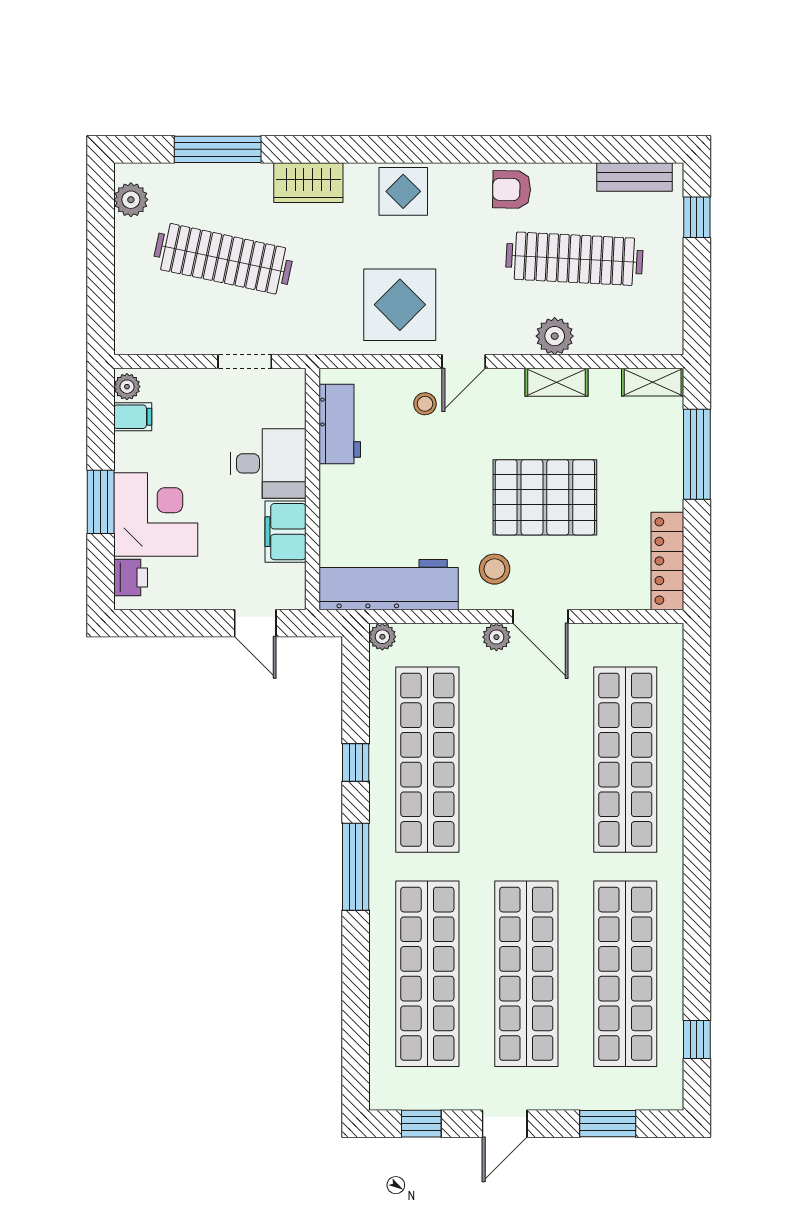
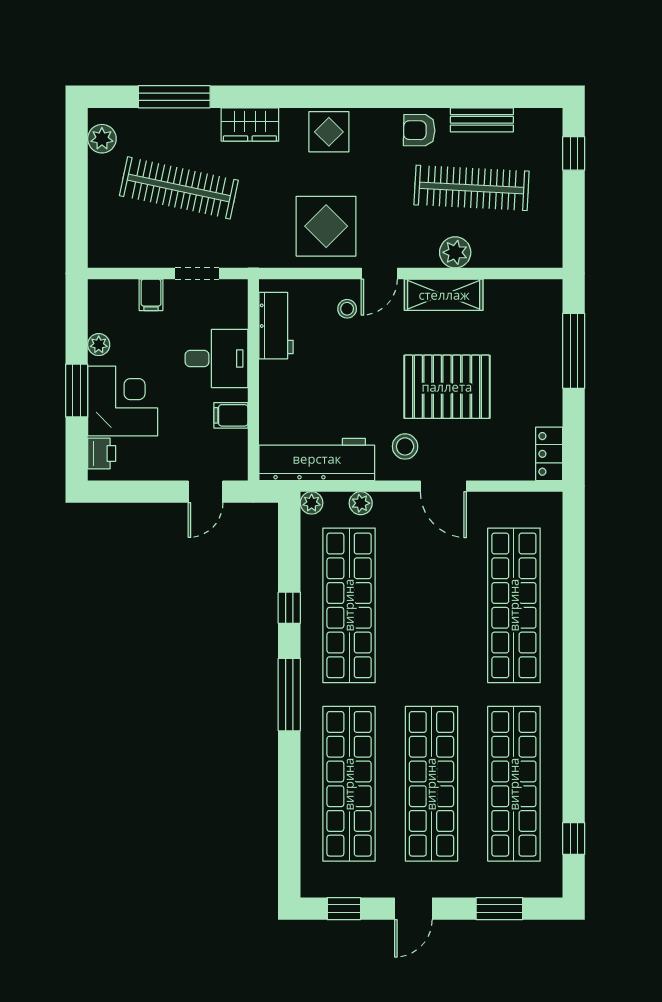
bench: (635, 177) -> (482, 120), moved
shelving: (557, 382) -> (444, 295), width x1.50, depth x1.33
shelving: (653, 382) -> (537, 291), removed
plant: (127, 387) -> (99, 345), moved
filing cabinet: (133, 417) -> (151, 295), moved, turned 90
filing cabinet: (285, 532) -> (231, 415), width x0.50
locker: (667, 561) -> (549, 454), width x0.66
door: (255, 623) -> (206, 492), hinge flipped
plant: (496, 637) -> (361, 503), moved

